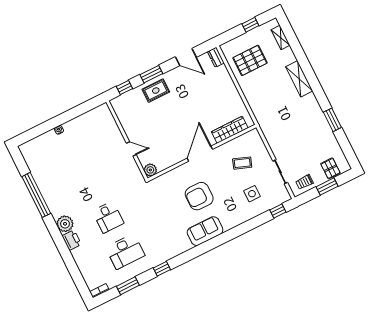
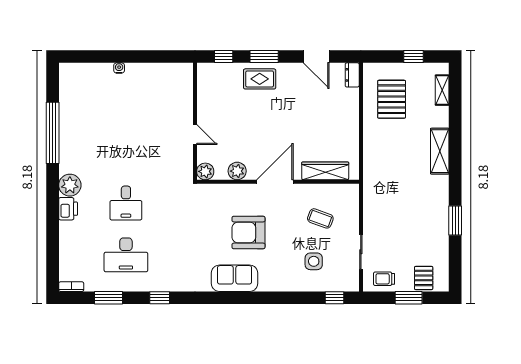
pallet: (250, 60) -> (392, 99), turned 90
plant: (171, 159) -> (237, 171), added

